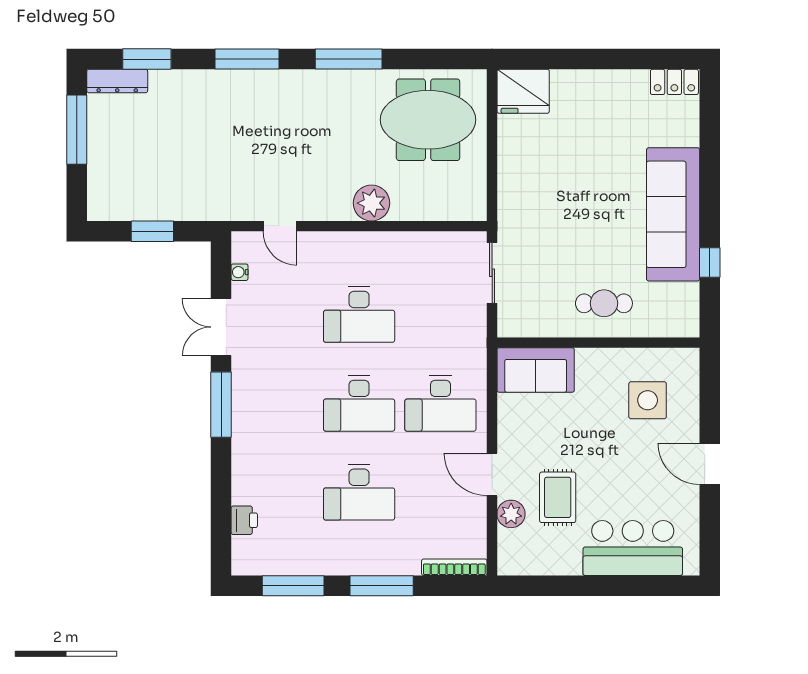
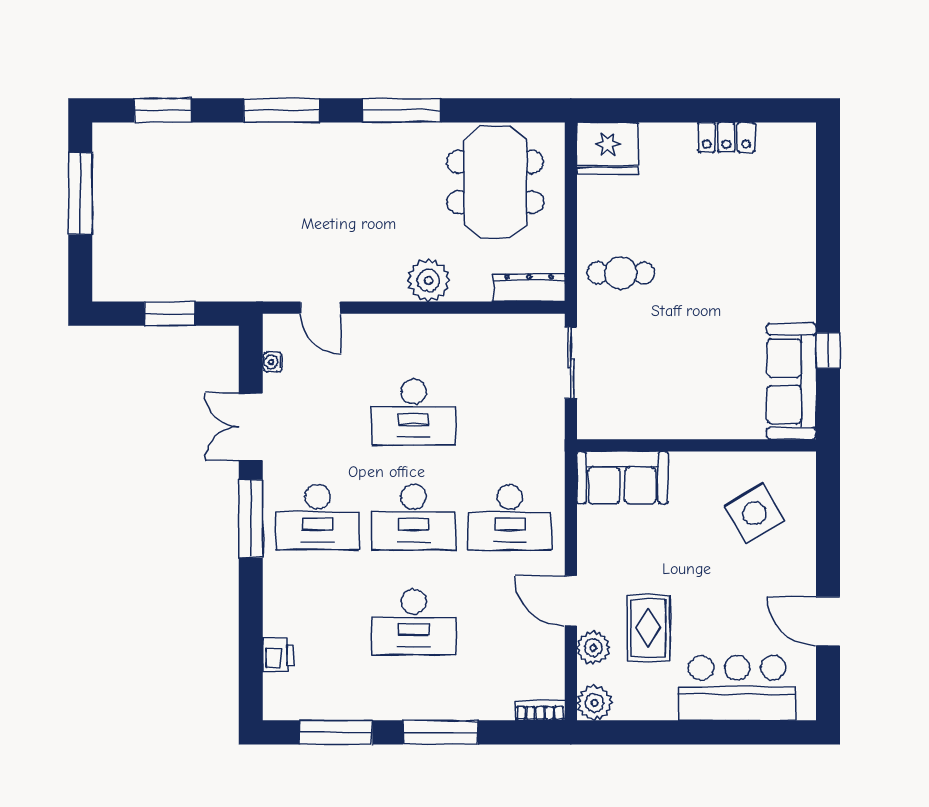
dresser: (117, 81) -> (529, 288), moved, turned 180
locker: (674, 82) -> (726, 137), moved
meeting table: (428, 120) -> (495, 182), turned 90
sofa: (673, 214) -> (791, 381), moved, width x0.74, depth x0.79
cafe table: (604, 303) -> (621, 273), moved
side table: (648, 400) -> (755, 513), turned -30
desk: (278, 403) -> (318, 517), added
door: (710, 464) -> (828, 621), moved
plant: (512, 561) -> (594, 703), added
bookcase: (454, 567) -> (540, 711), width x0.64

